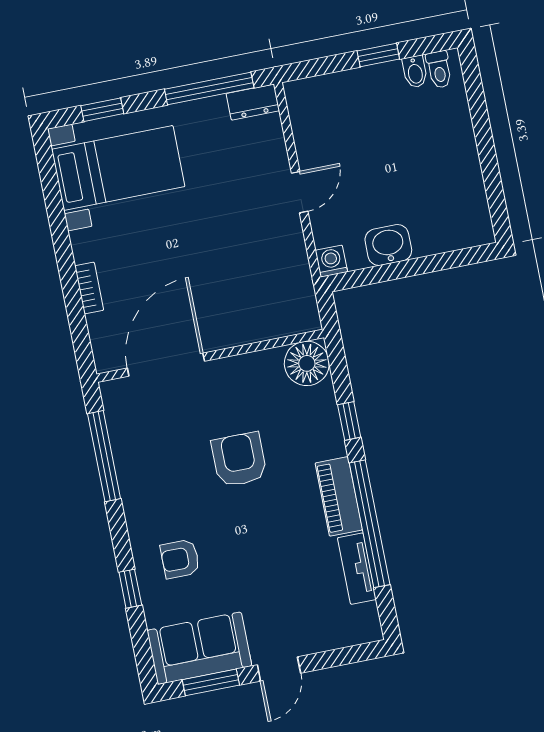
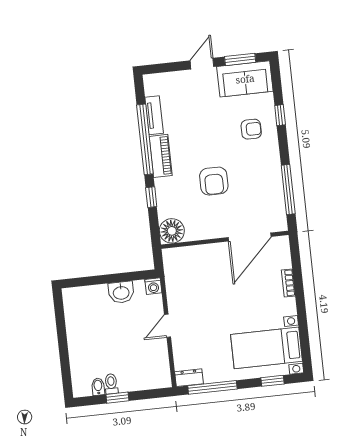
toilet: (439, 70) -> (111, 384), moved

